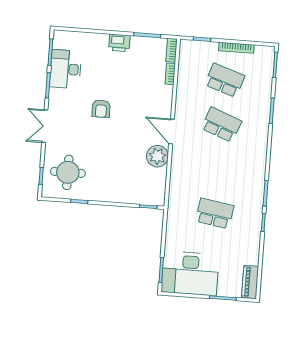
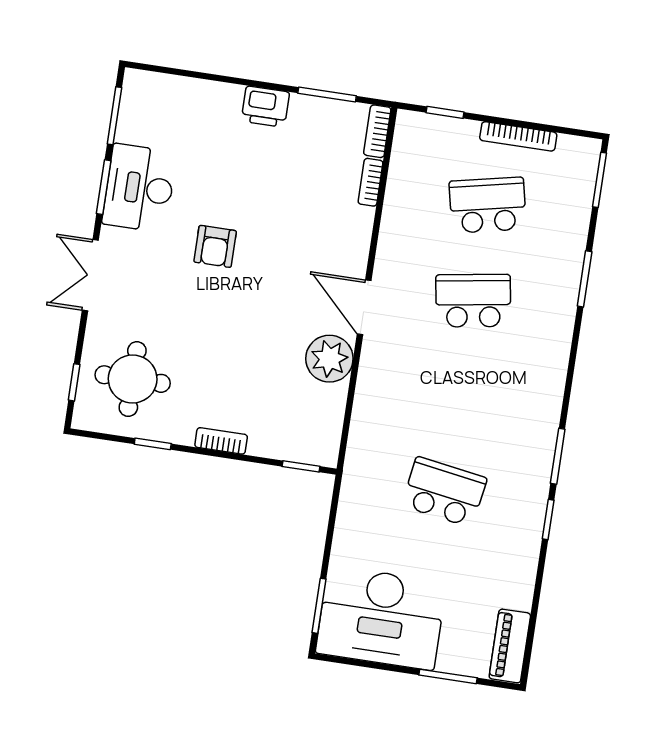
desk: (65, 69) -> (139, 188), moved
school desk: (225, 80) -> (488, 205), turned -30
school desk: (221, 125) -> (473, 301), turned -30
bookcase: (111, 198) -> (221, 441), added

